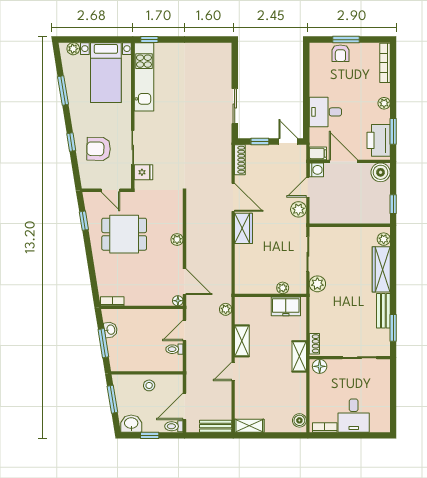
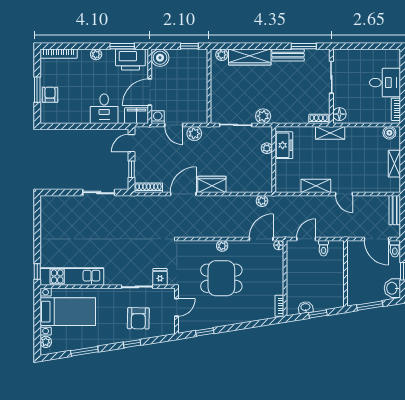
armchair: (340, 53) -> (50, 95), turned -90
filing cabinet: (318, 153) -> (137, 116), width x2.00
dining table: (124, 234) -> (221, 278), moved, turned 90
plant: (226, 309) -> (262, 201), moved
door: (185, 330) -> (306, 239), swing flipped
window: (103, 343) -> (318, 314), width x0.67
stool: (149, 385) -> (357, 272), removed
shelving: (249, 426) -> (394, 164), moved

